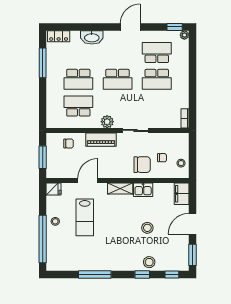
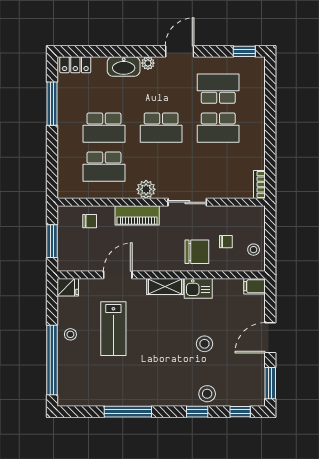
plant: (184, 35) -> (148, 63), moved
school desk: (78, 106) -> (104, 167), turned 180
filing cabinet: (182, 194) -> (254, 286), width x0.50

